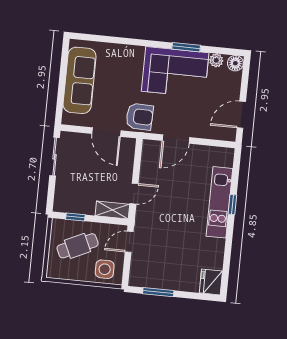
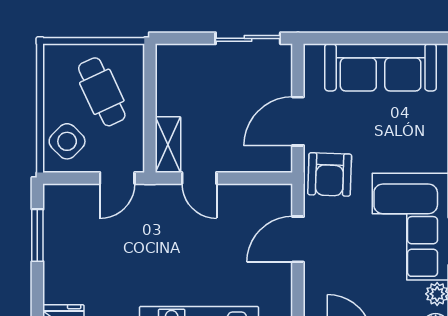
door: (176, 139) -> (298, 239), hinge flipped
window: (75, 217) -> (150, 83), removed
door: (129, 242) -> (117, 178), swing flipped
side table: (105, 269) -> (67, 141), turned 45

